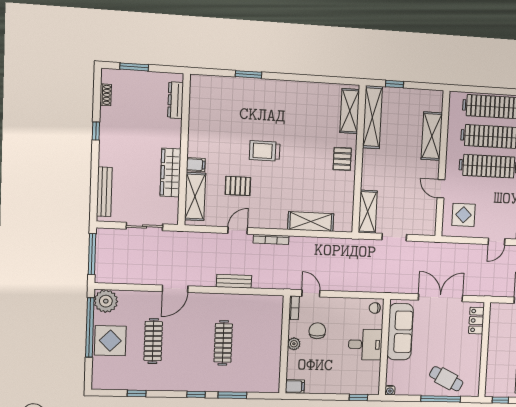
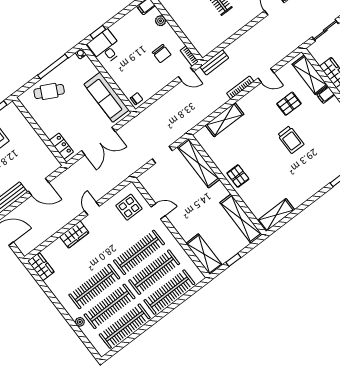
window: (395, 84) -> (233, 260), moved
shelving: (350, 111) -> (276, 215), moved, turned 90
shelving: (432, 136) -> (204, 254), moved
trolley: (265, 151) -> (291, 140), turned 90
shelving: (368, 212) -> (198, 163), width x1.47
door: (238, 230) -> (266, 76), hinge flipped
bench: (234, 281) -> (214, 62), moved
plant: (294, 344) -> (161, 21), moved
desk: (365, 345) -> (105, 47), moved, turned 90
window: (441, 399) -> (53, 67), moved

